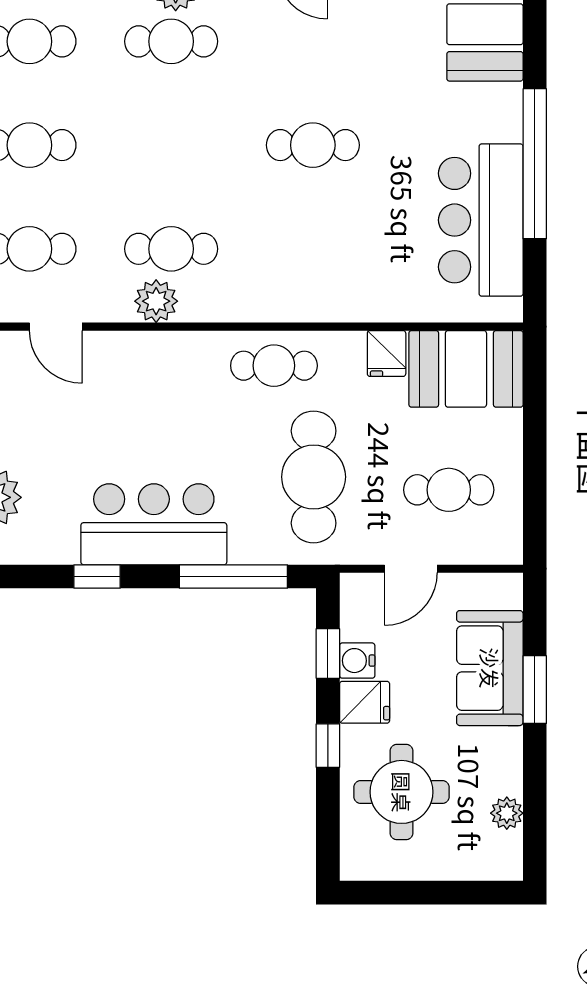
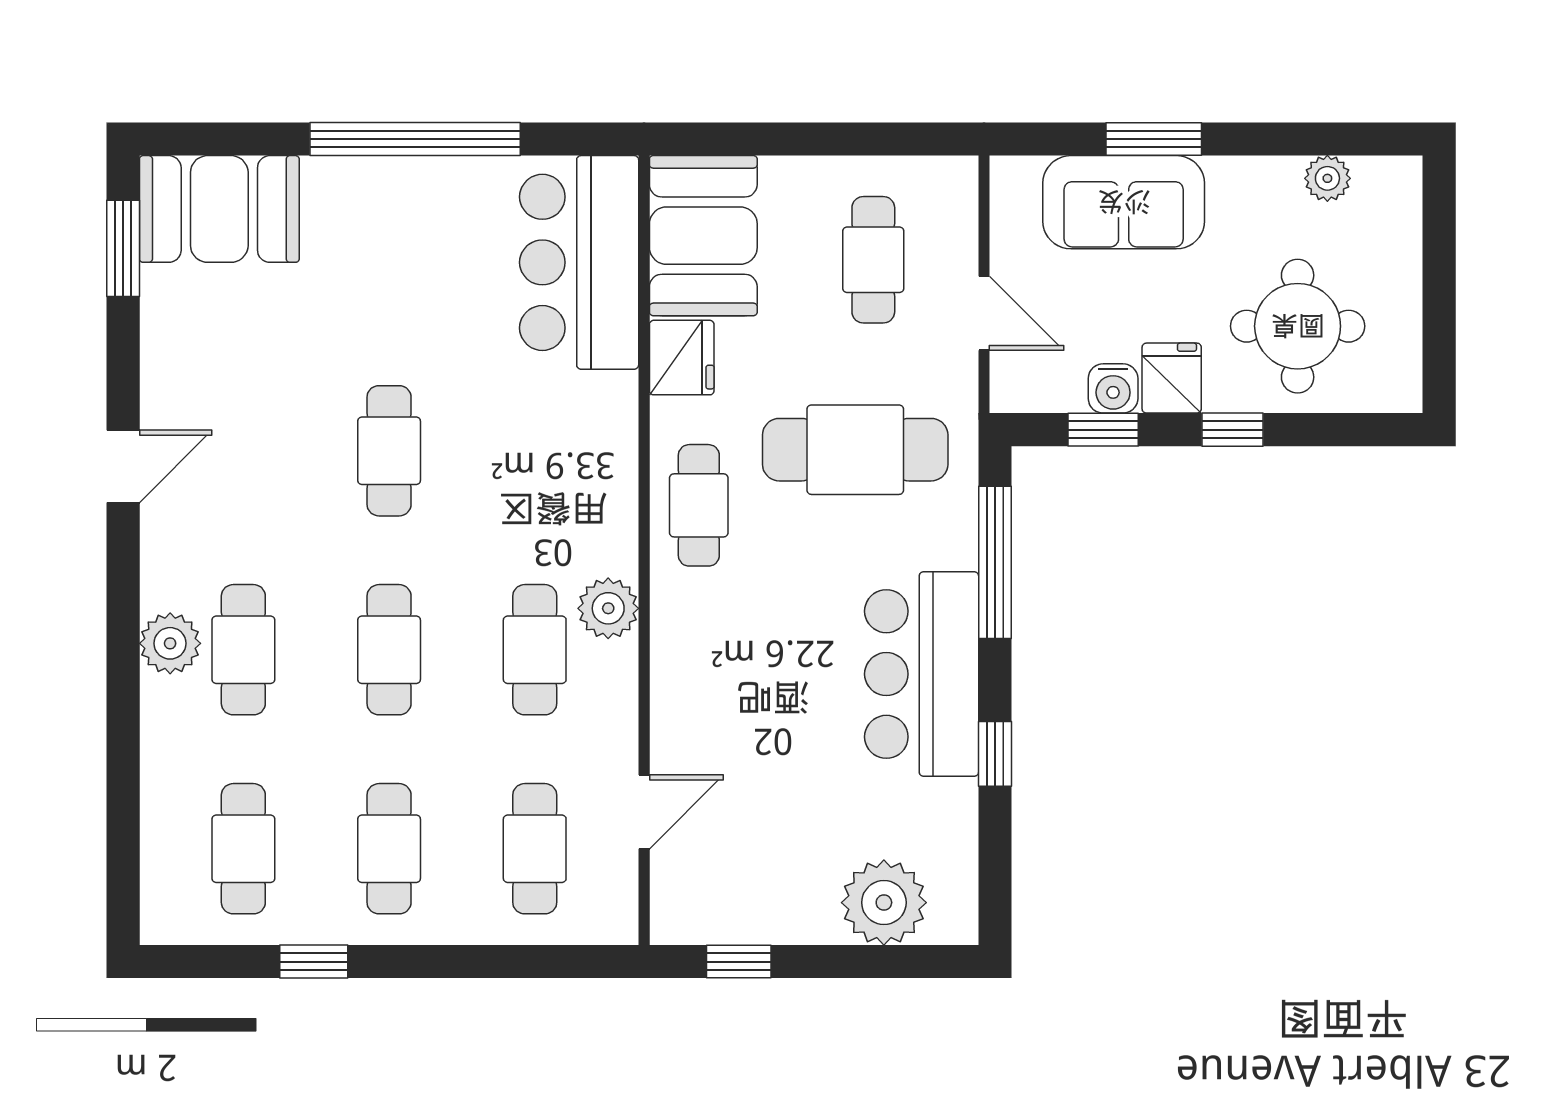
cafe table: (171, 145) -> (389, 650), added
bar counter: (481, 220) -> (579, 262), moved, turned 90
plant: (156, 301) -> (608, 608), moved
fridge: (387, 353) -> (682, 358), width x1.38

